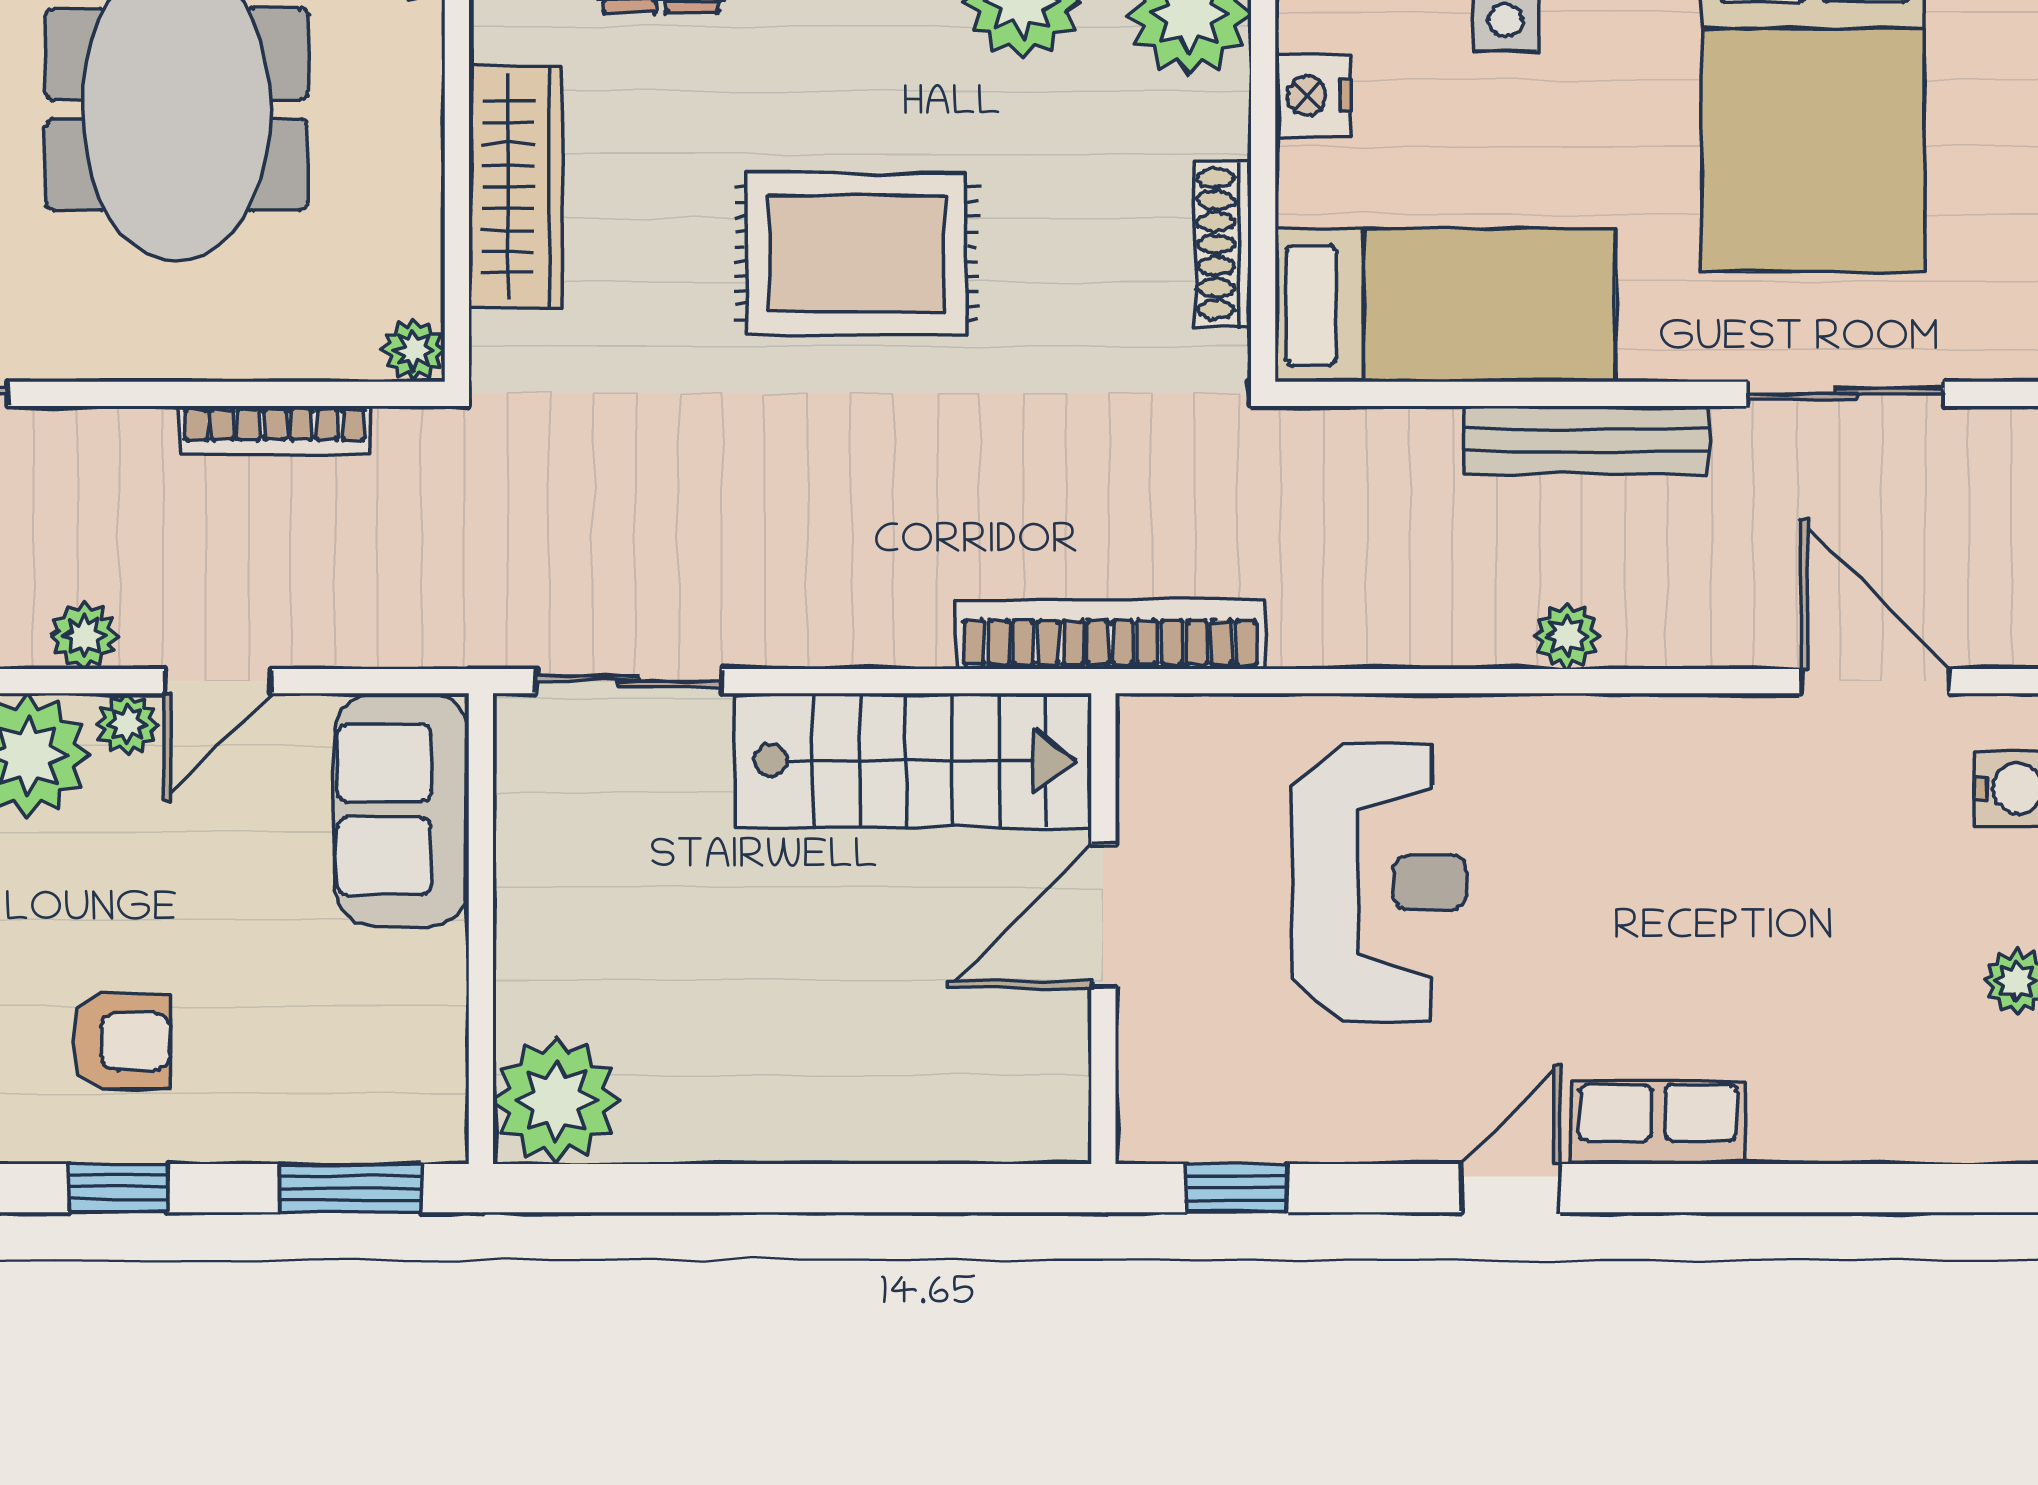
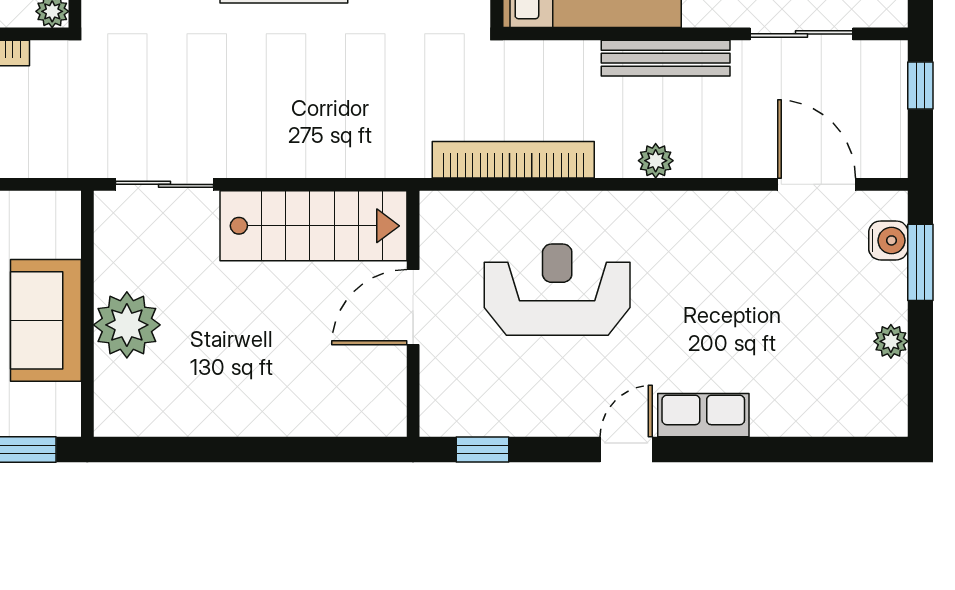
bookcase: (1110, 634) -> (513, 160), moved
sofa: (401, 810) -> (46, 320), moved
reception desk: (1379, 883) -> (557, 290), turned -90
plant: (556, 1101) -> (127, 325), moved

